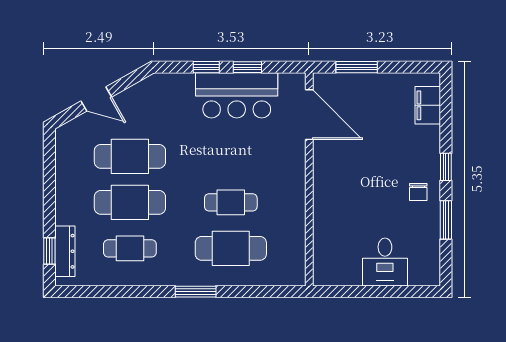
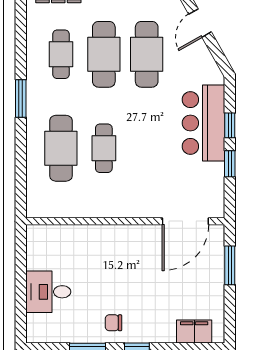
bar counter: (237, 95) -> (204, 123), moved
window: (196, 292) -> (21, 99), moved

